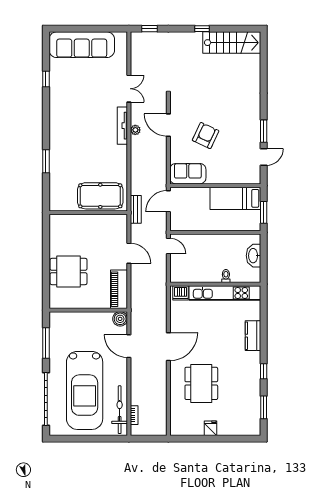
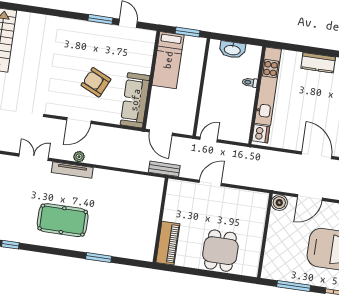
sofa: (188, 174) -> (135, 100), width x1.36
pool table: (100, 196) -> (63, 220), moved, turned 90
piano: (119, 289) -> (168, 243), moved, turned -90

